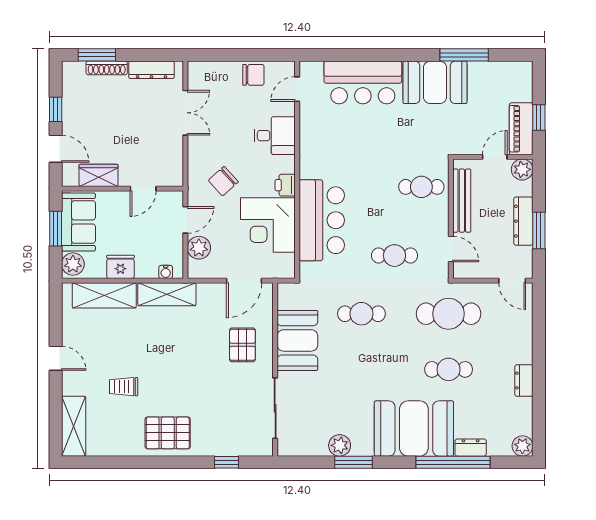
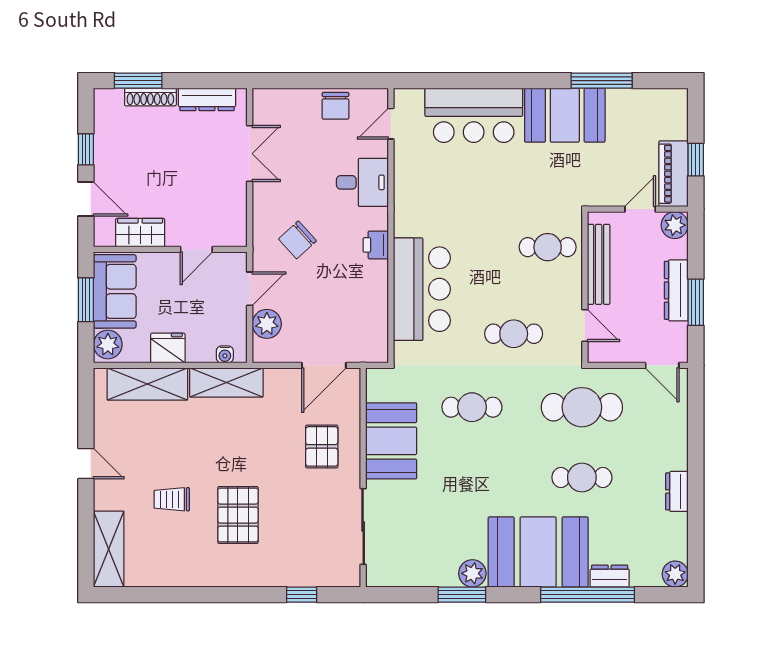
chair: (253, 75) -> (335, 106), turned 90
corner desk: (268, 225) -> (354, 295), removed
pallet: (168, 433) -> (238, 515), moved, turned 90
plant: (340, 445) -> (472, 573), moved

